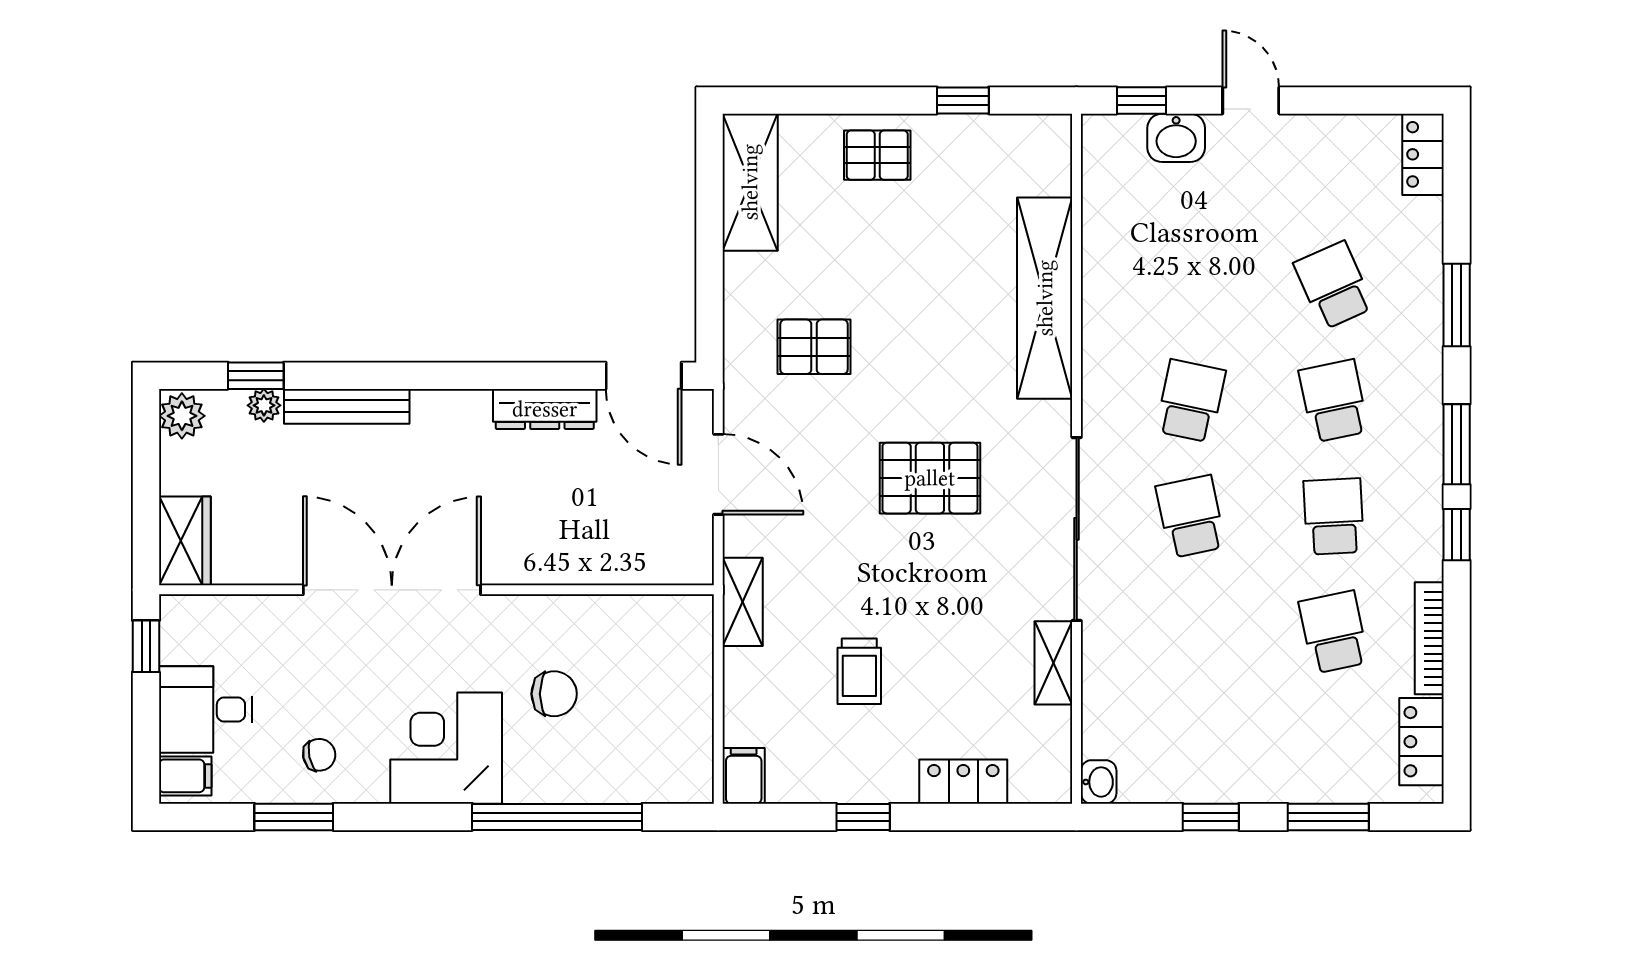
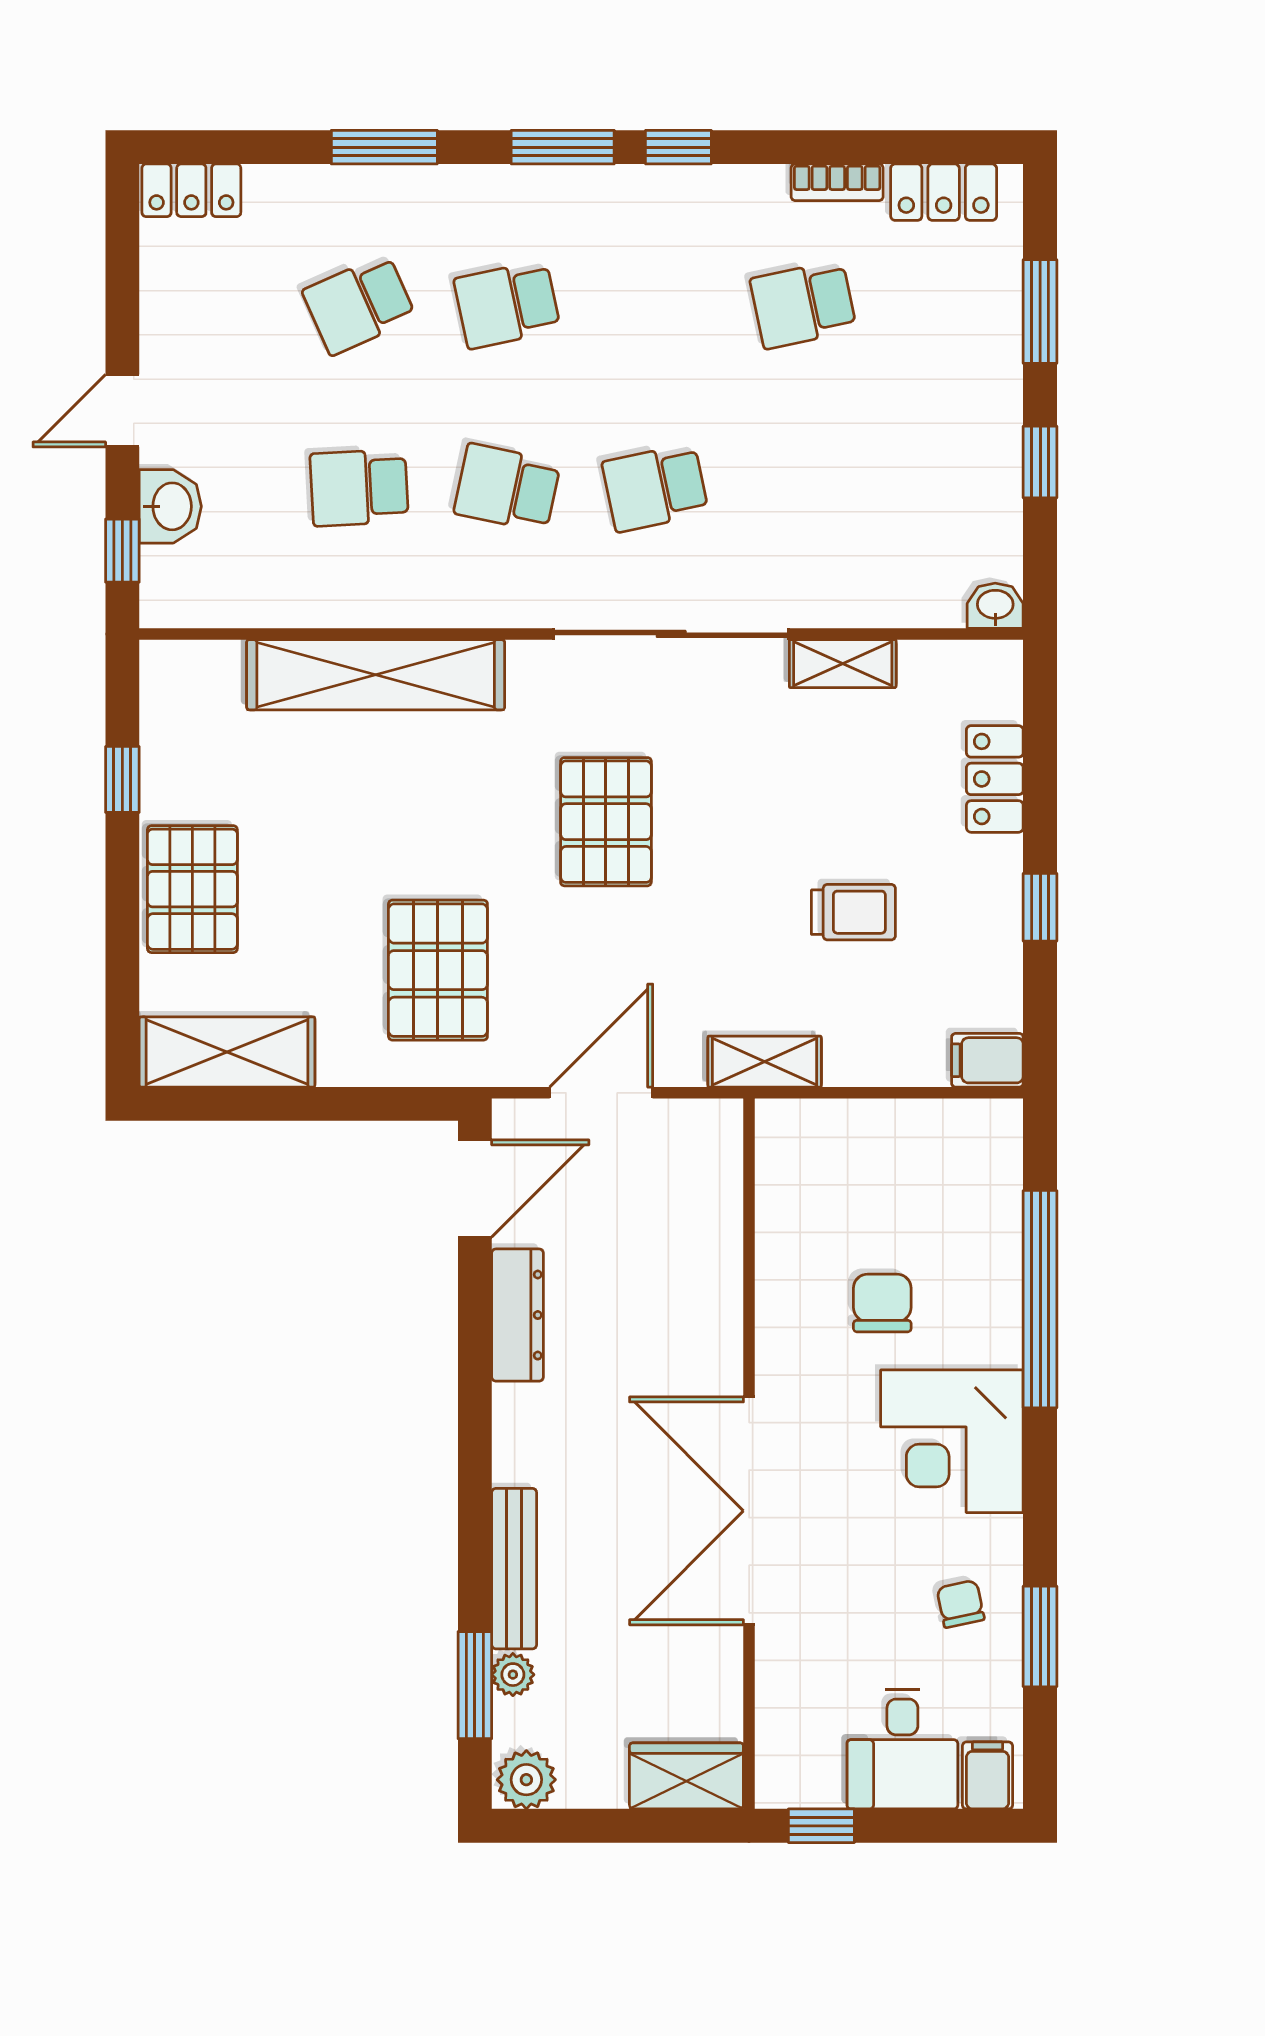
pallet: (877, 155) -> (192, 889), width x1.50, depth x1.42
pallet: (814, 347) -> (438, 970), width x1.50, depth x1.42
window: (256, 376) -> (475, 1685), width x1.50
school desk: (1334, 516) -> (359, 488), moved
bookcase: (1429, 638) -> (837, 182), width x0.64

